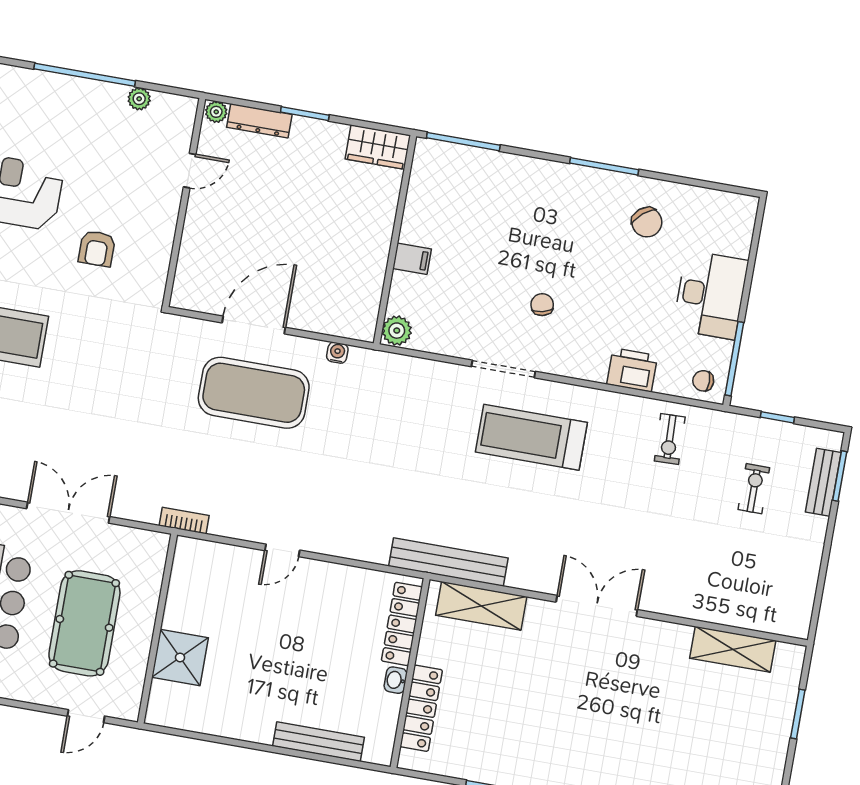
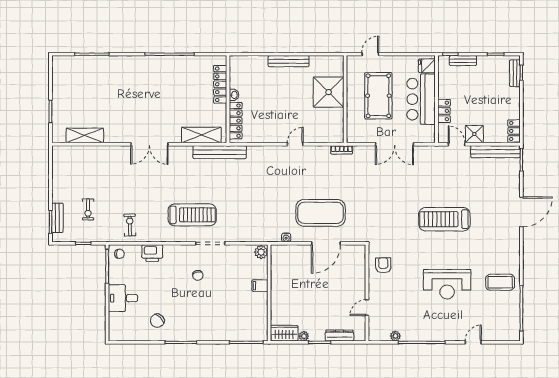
plant: (216, 112) -> (304, 336), moved
chair: (647, 222) -> (157, 321), turned -94
armchair: (97, 249) -> (383, 265), moved
desk: (711, 295) -> (123, 298), width x0.73
shower: (180, 657) -> (329, 92), width x1.37, depth x1.37
bench: (318, 742) -> (289, 61), moved

